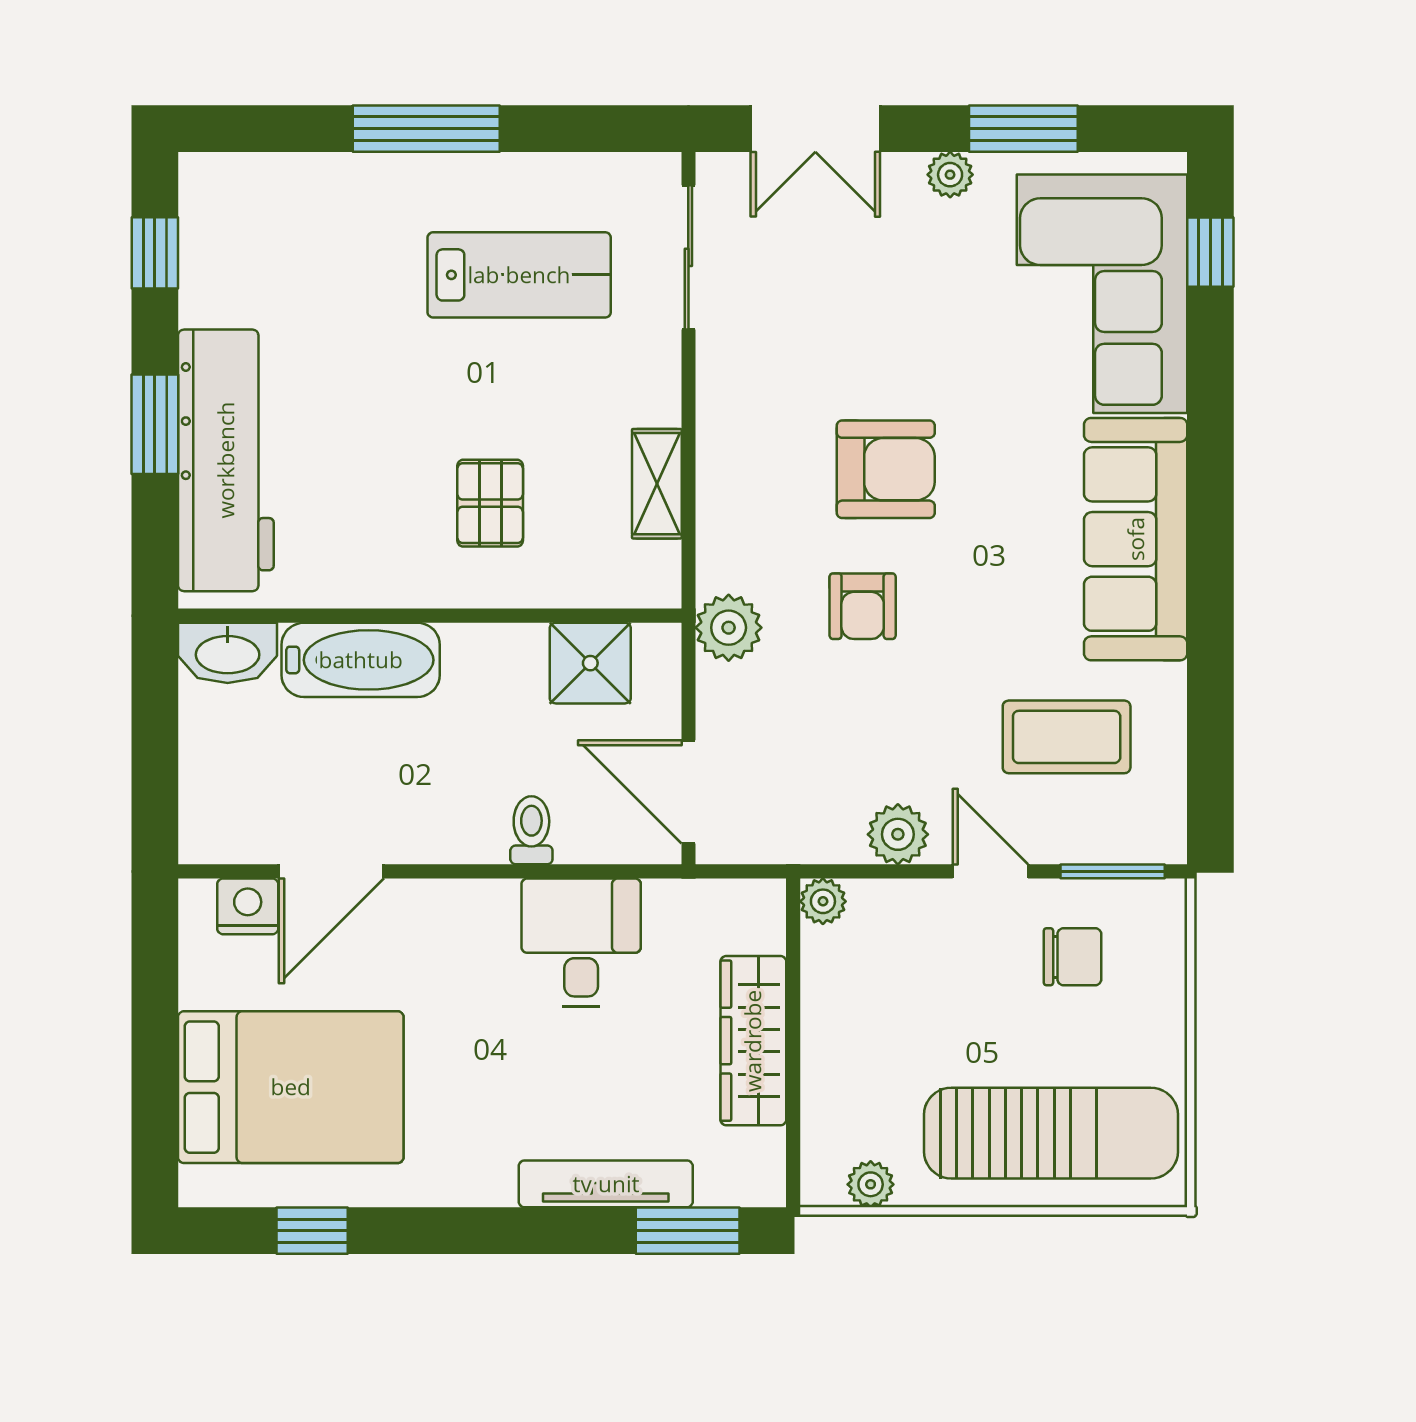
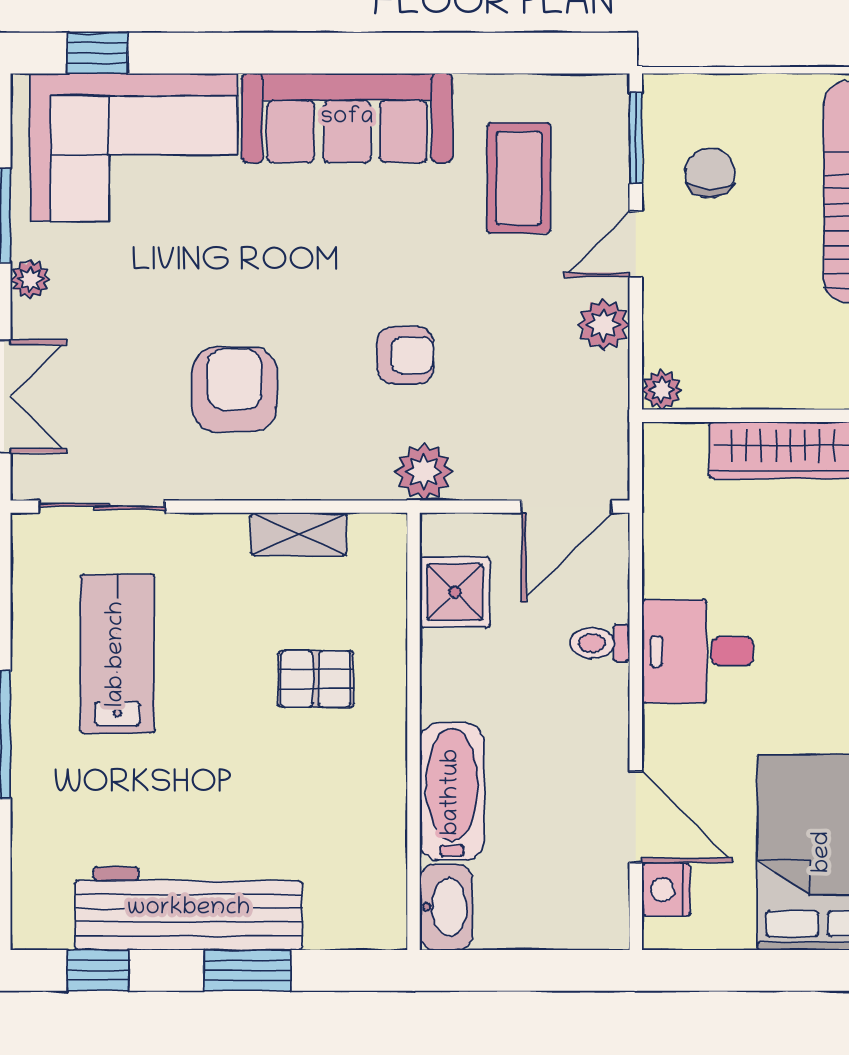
workbench: (226, 460) -> (189, 909), moved
armchair: (886, 469) -> (234, 389), moved
desk: (581, 943) -> (698, 651), moved

